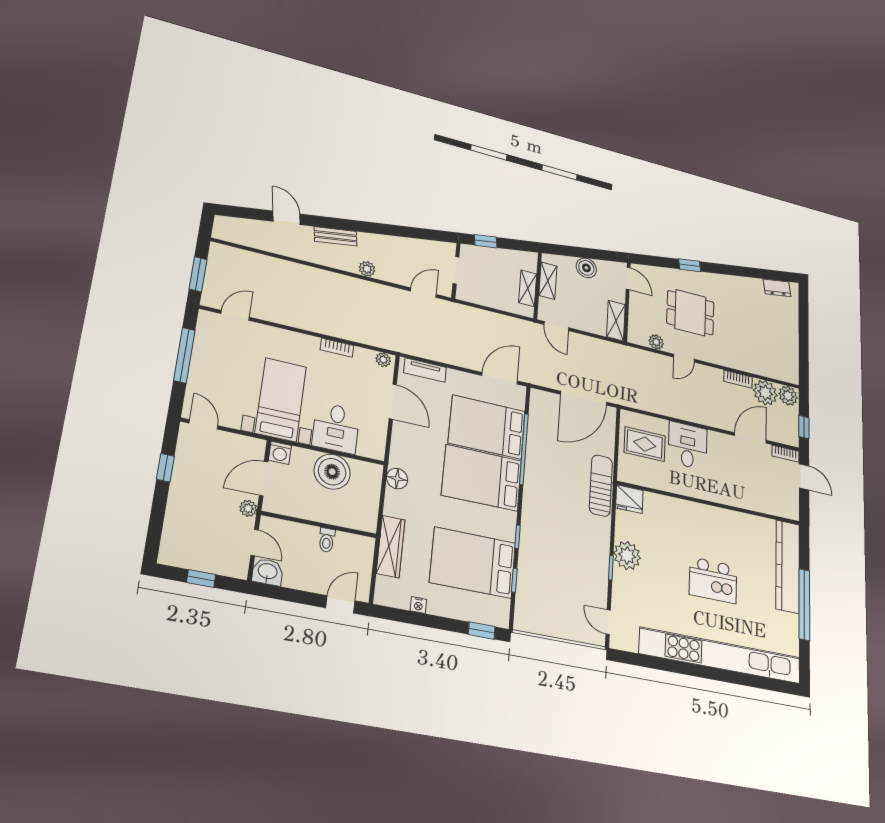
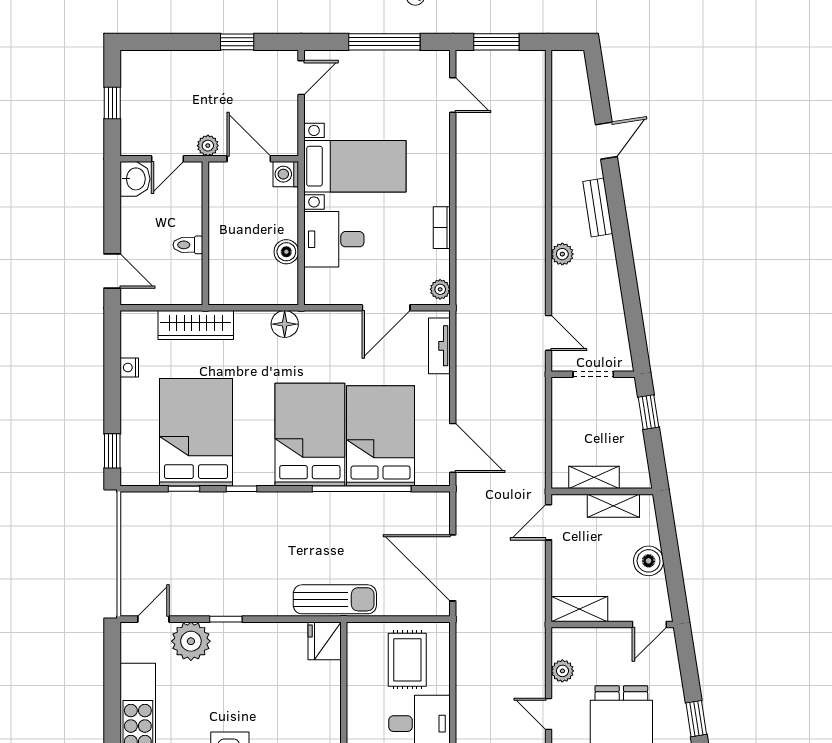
boiler: (332, 472) -> (286, 252), width x0.54, depth x0.54
plant: (627, 555) -> (191, 641), moved

